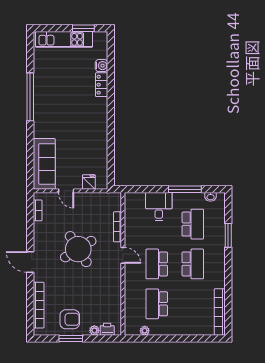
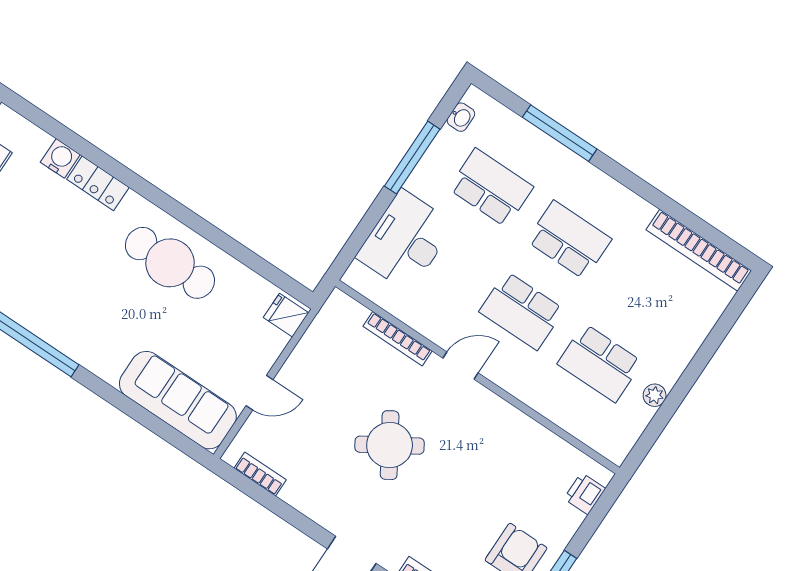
cafe table: (91, 129) -> (170, 263), added
fridge: (89, 182) -> (286, 315), moved
desk: (159, 207) -> (405, 241), width x1.37
window: (228, 235) -> (560, 133), width x1.44
round table: (78, 249) -> (390, 445), width x0.73, depth x0.73
plant: (94, 330) -> (570, 520), removed
plant: (145, 331) -> (655, 395), moved

